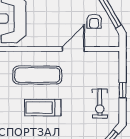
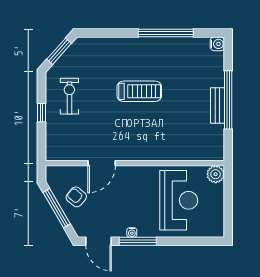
armchair: (94, 21) -> (76, 197), turned -50
exercise mat: (37, 75) -> (146, 131), removed

